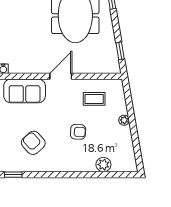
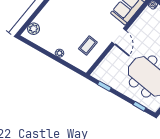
armchair: (78, 132) -> (76, 19), removed
plant: (103, 165) -> (34, 29), moved

